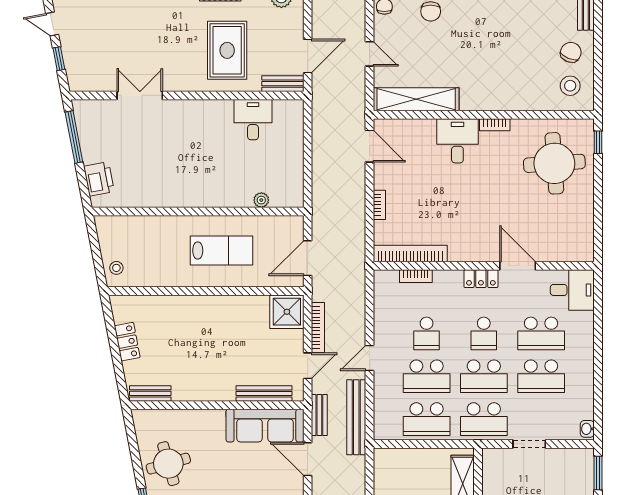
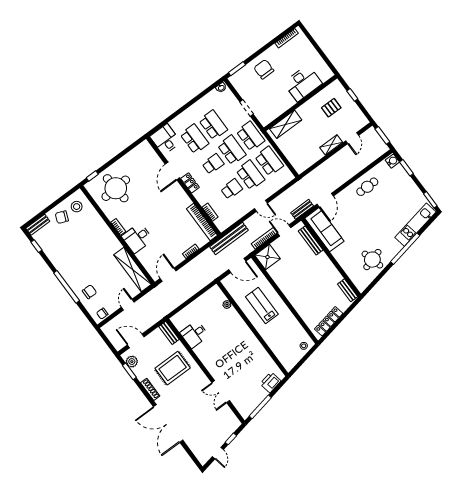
door: (308, 56) -> (136, 341), moved
locker: (127, 342) -> (329, 321), width x1.53
bench: (356, 417) -> (229, 238), moved

